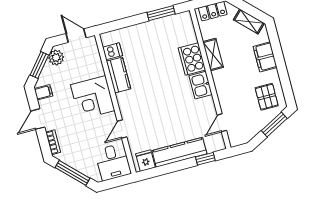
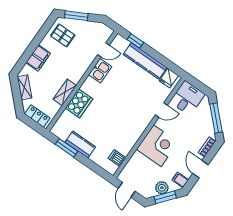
plant: (56, 58) -> (162, 188), moved
kitchen counter: (119, 75) -> (80, 145), moved, turned 90
kitchen sink: (201, 85) -> (100, 71), moved
pallet: (267, 97) -> (63, 35), turned 90
door: (38, 119) -> (200, 169), swing flipped

